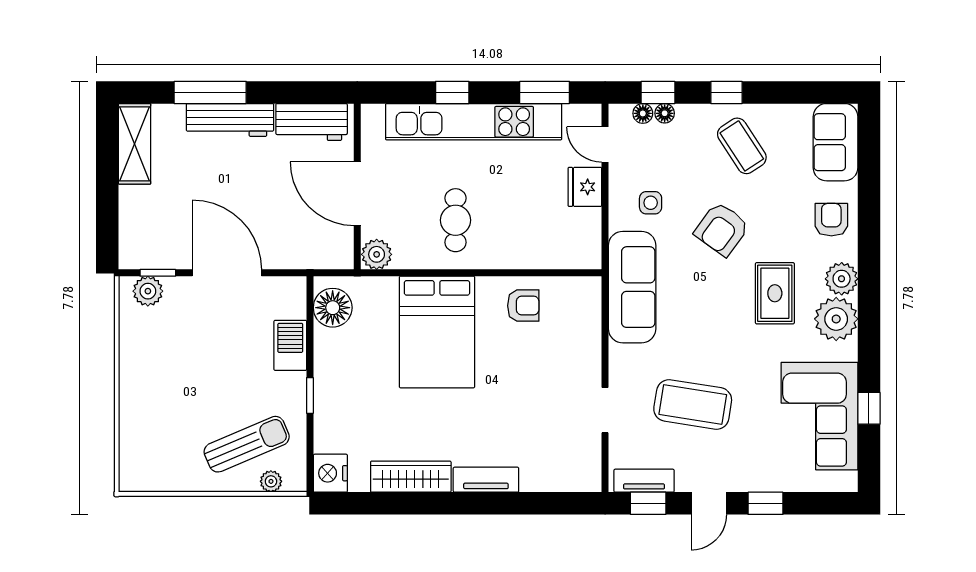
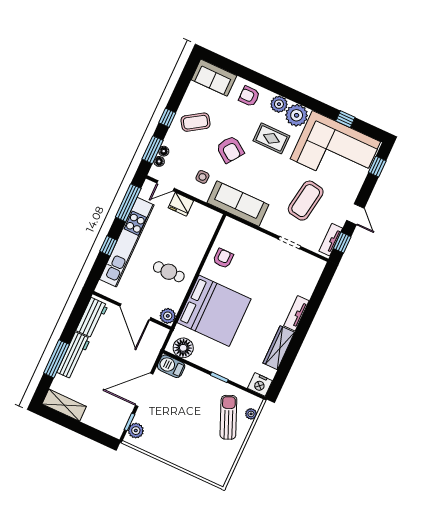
window: (545, 92) -> (128, 203), width x1.44
window: (658, 92) -> (153, 150), width x1.50
door: (357, 194) -> (135, 312), hinge flipped
bed: (437, 332) -> (214, 311), width x1.36
barbecue: (290, 345) -> (171, 366), moved
corner sofa: (820, 416) -> (335, 150), width x1.36, depth x1.36
window: (765, 503) -> (377, 167), moved

